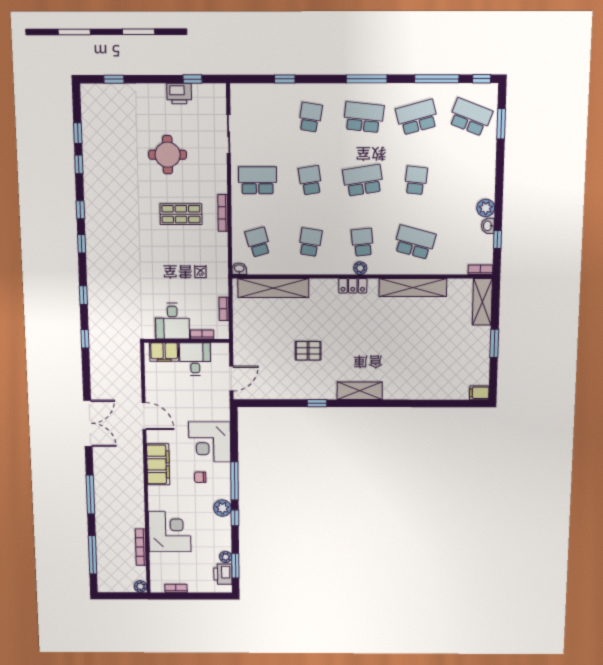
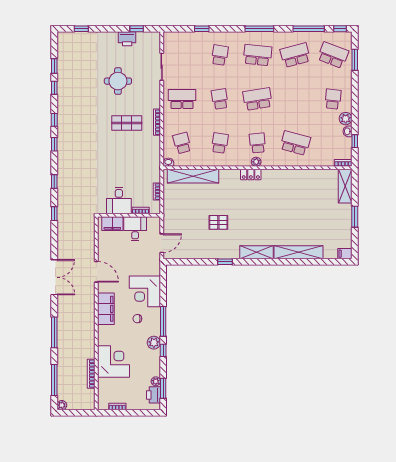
school desk: (416, 180) -> (333, 99), moved
shelving: (413, 288) -> (298, 252), moved
plant: (140, 586) -> (62, 405), moved

